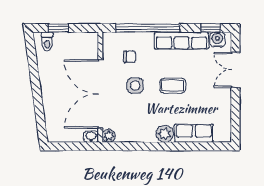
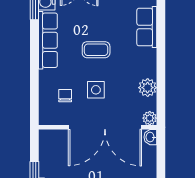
window: (148, 28) -> (34, 76), removed
coffee table: (173, 86) -> (96, 50), turned 90
plant: (165, 134) -> (148, 88), moved

